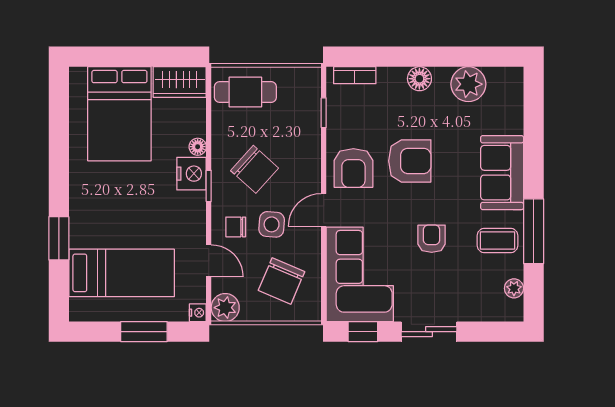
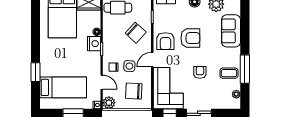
chair: (255, 169) -> (136, 33), moved
sofa: (502, 173) -> (231, 31), moved
chair: (282, 281) -> (134, 91), turned 70

